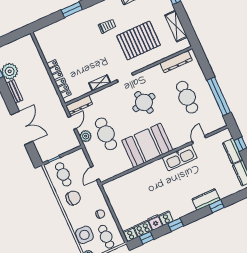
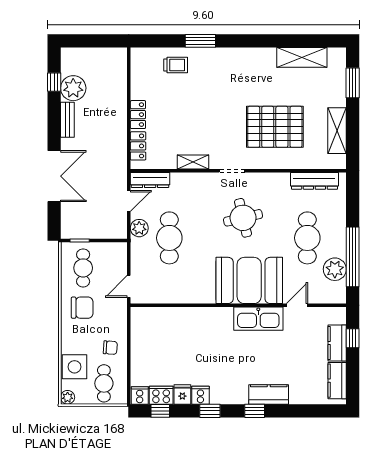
trolley: (107, 26) -> (176, 65), moved
plant: (212, 108) -> (335, 269), added
booth: (147, 145) -> (249, 280), moved
window: (217, 206) -> (255, 411), moved

